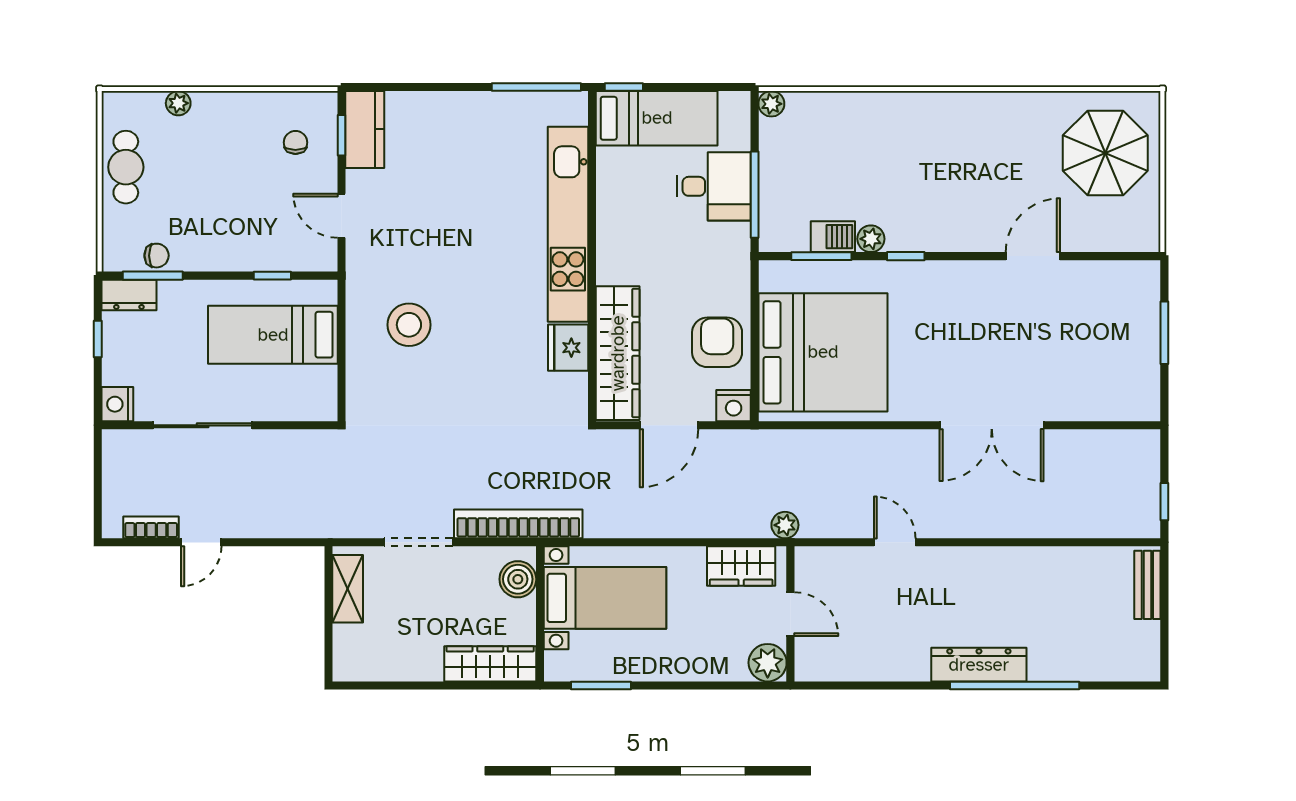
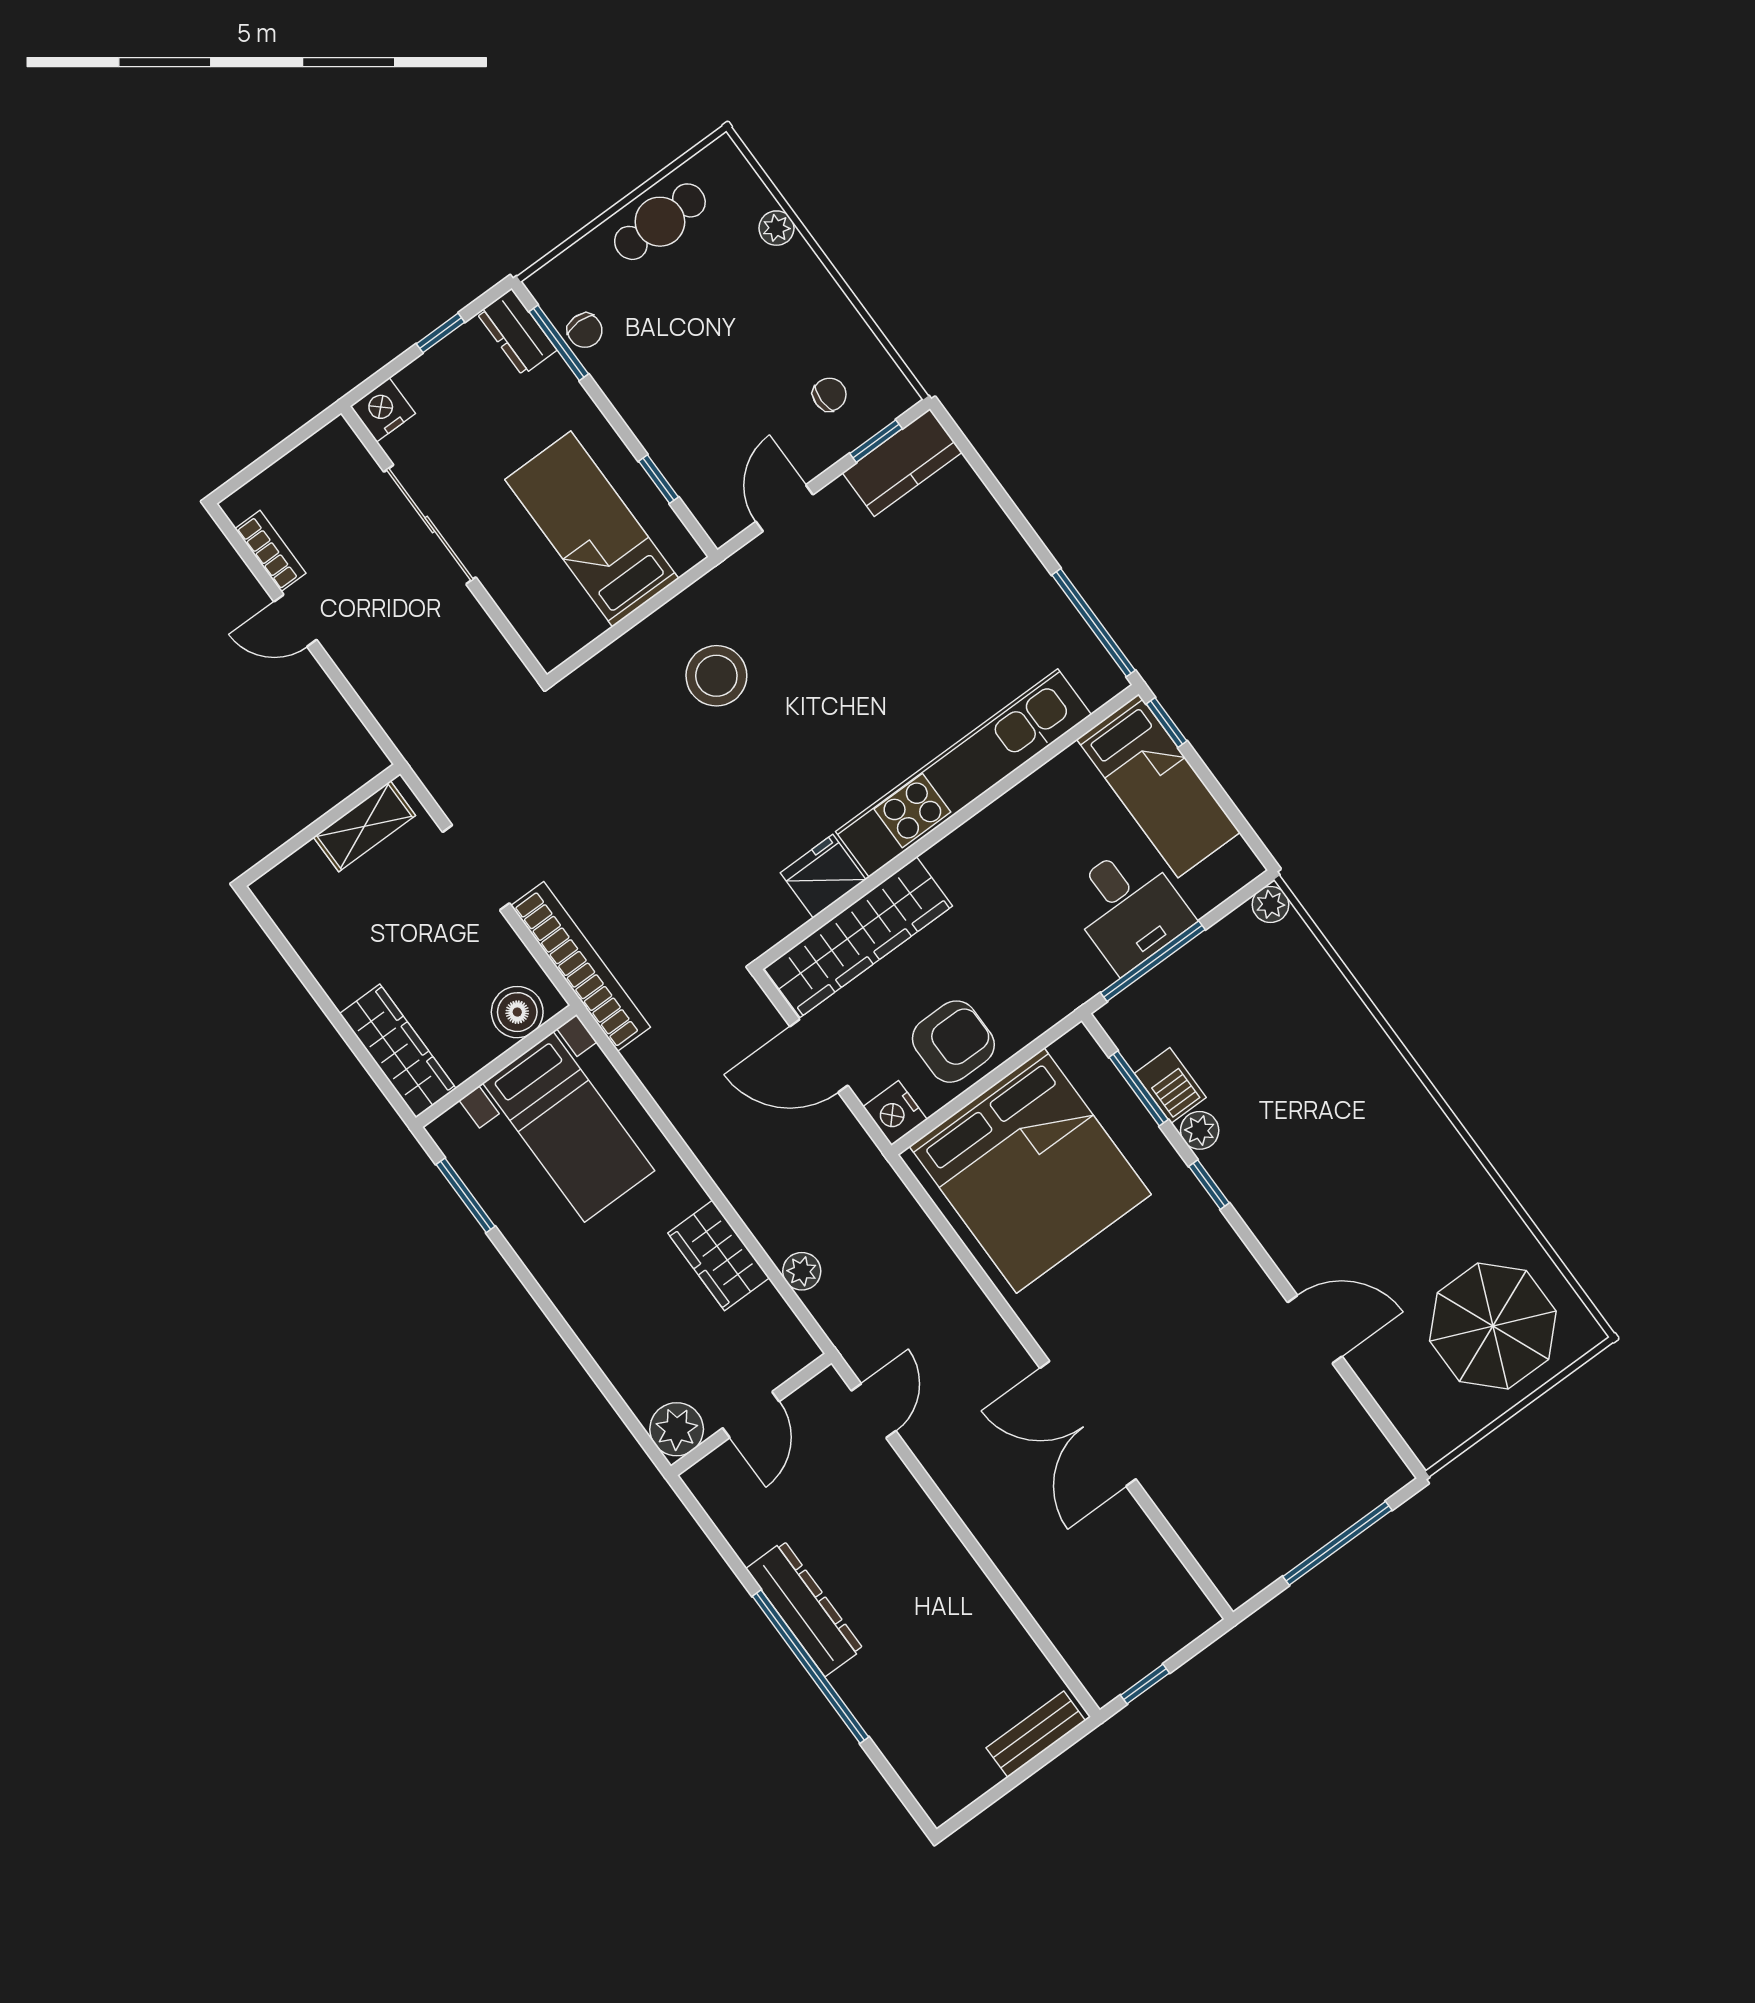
window: (1164, 333) -> (1337, 1543), width x1.44
door: (790, 614) -> (751, 1415), moved
wall: (790, 614) -> (751, 1415), moved
plant: (768, 663) -> (677, 1429), moved

